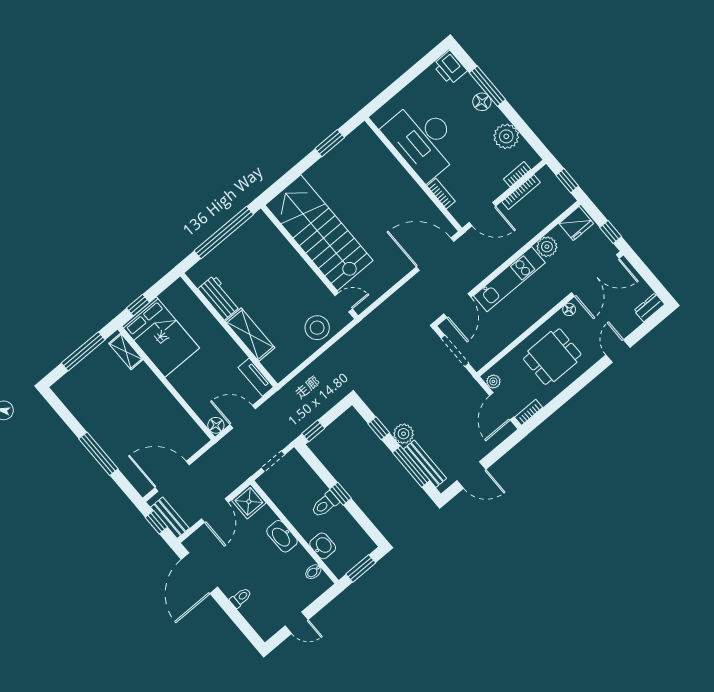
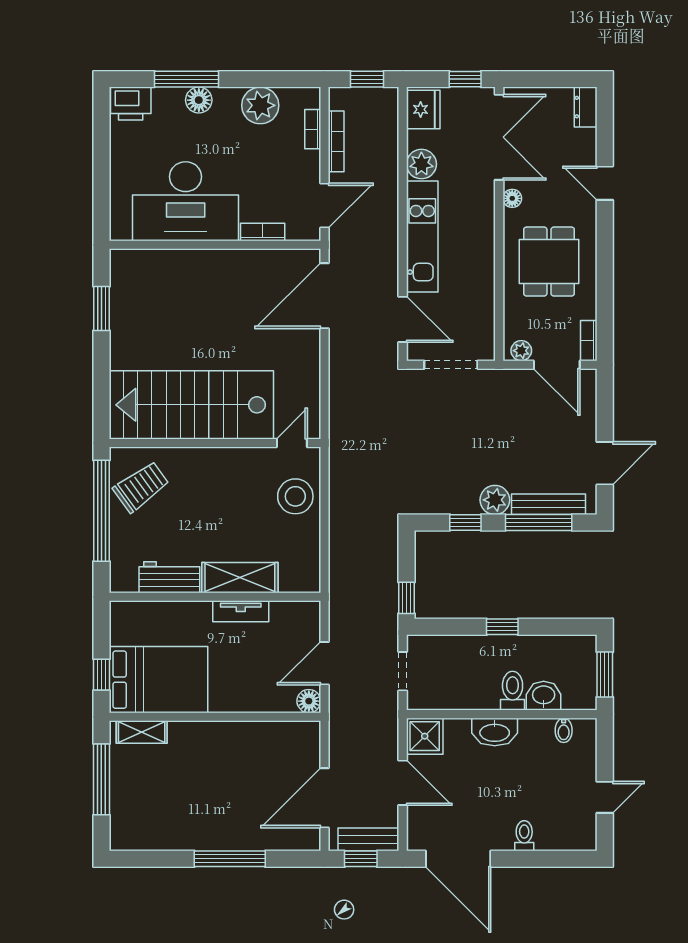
trolley: (254, 243) -> (141, 487), added
tv unit: (256, 377) -> (241, 611), moved
toilet: (325, 504) -> (513, 691), moved, turned 180

